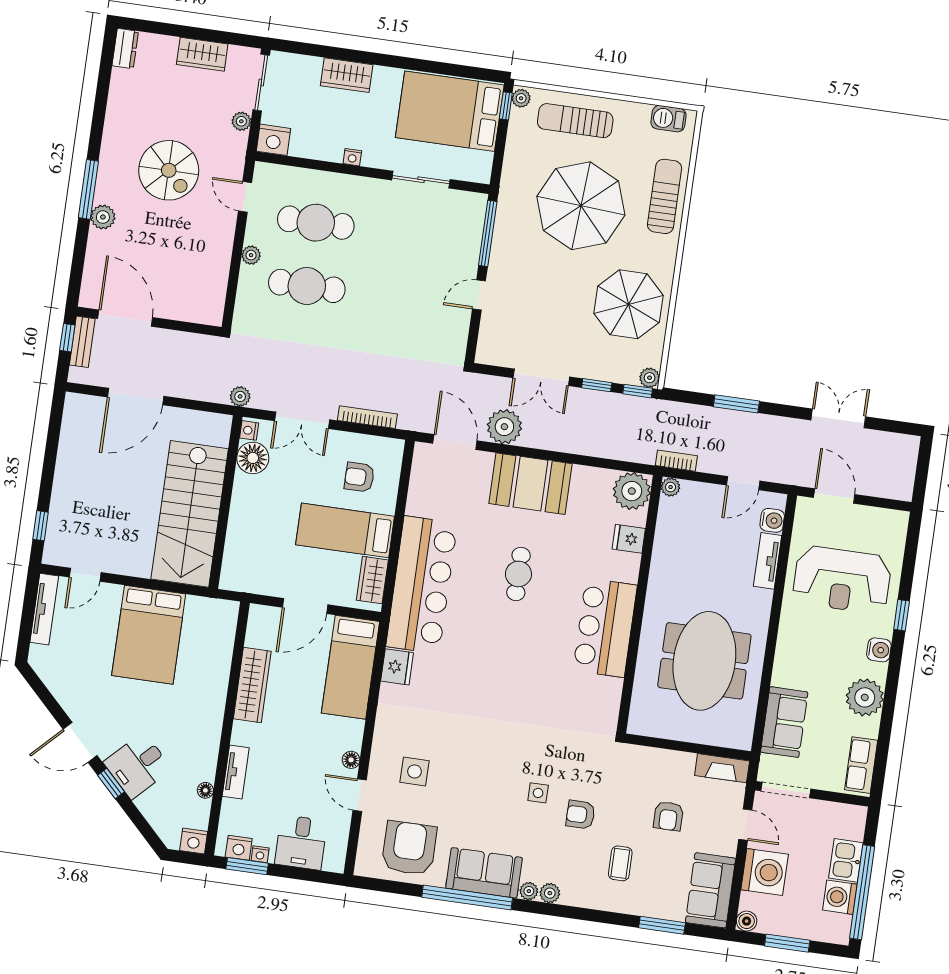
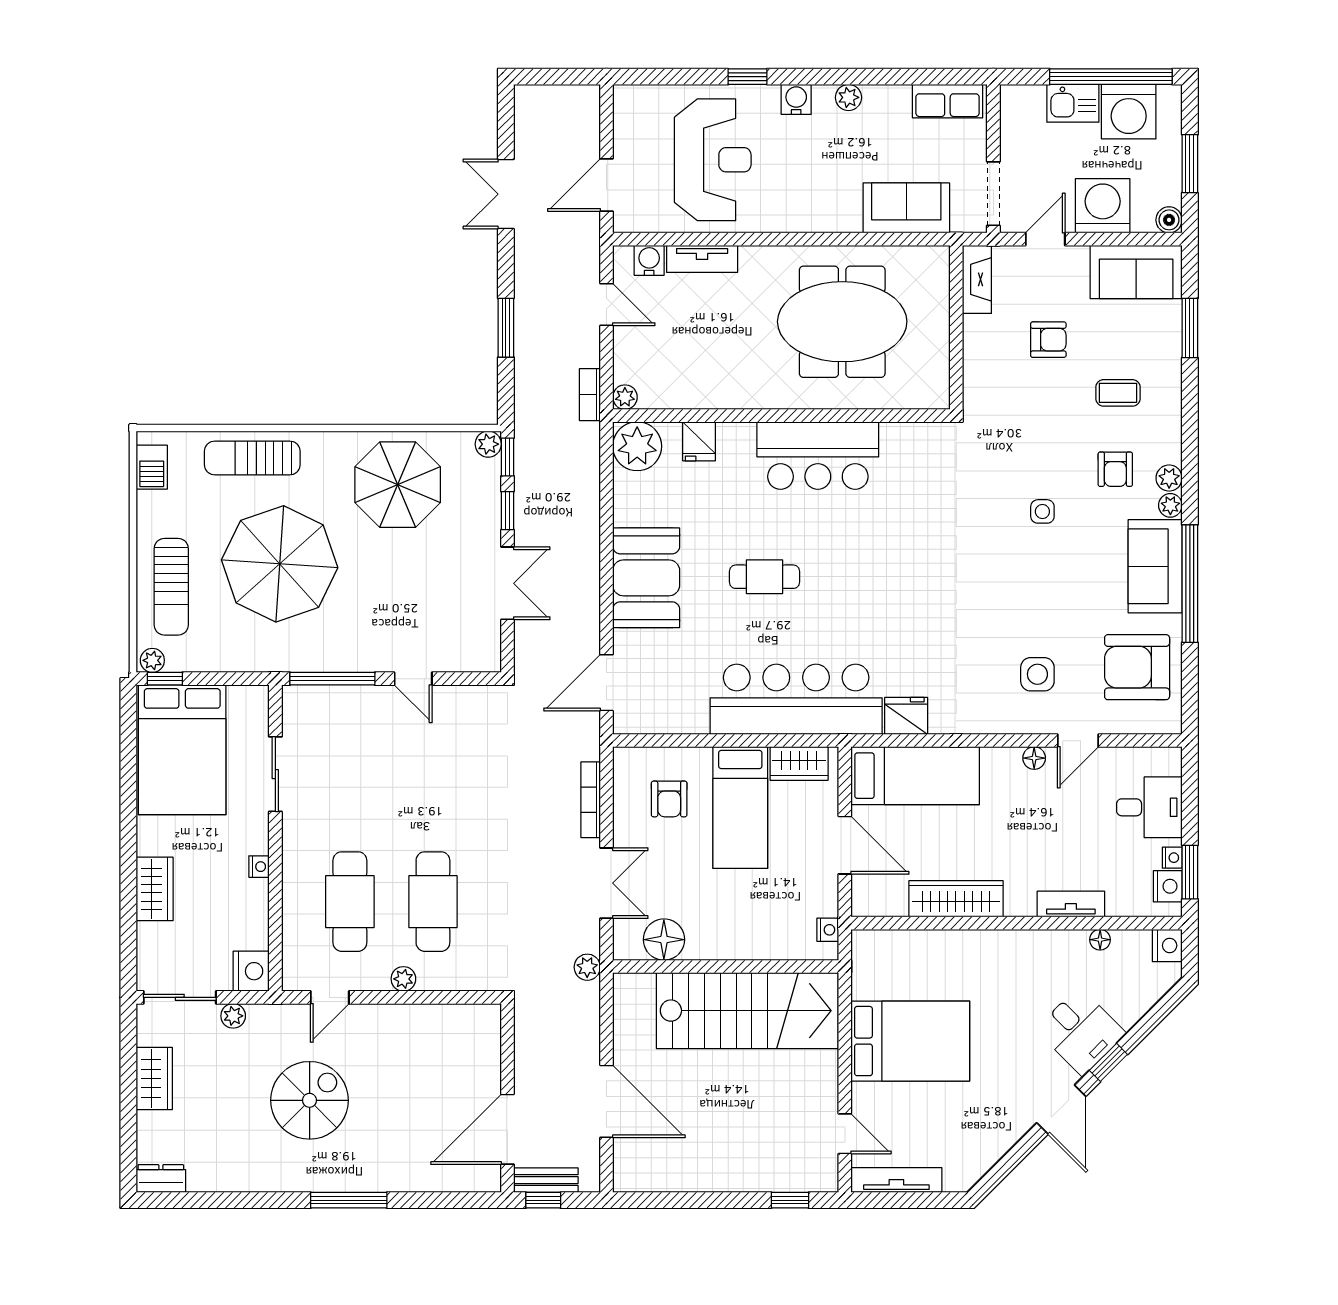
plant: (103, 217) -> (382, 1176), removed
plant: (504, 427) -> (578, 622), removed
nightstand: (249, 430) -> (828, 930), moved, turned -90
plant: (865, 697) -> (848, 97), width x0.53, depth x0.53
armchair: (580, 815) -> (1115, 469), moved
washing machine: (840, 897) -> (1129, 112), width x1.37, depth x1.37

